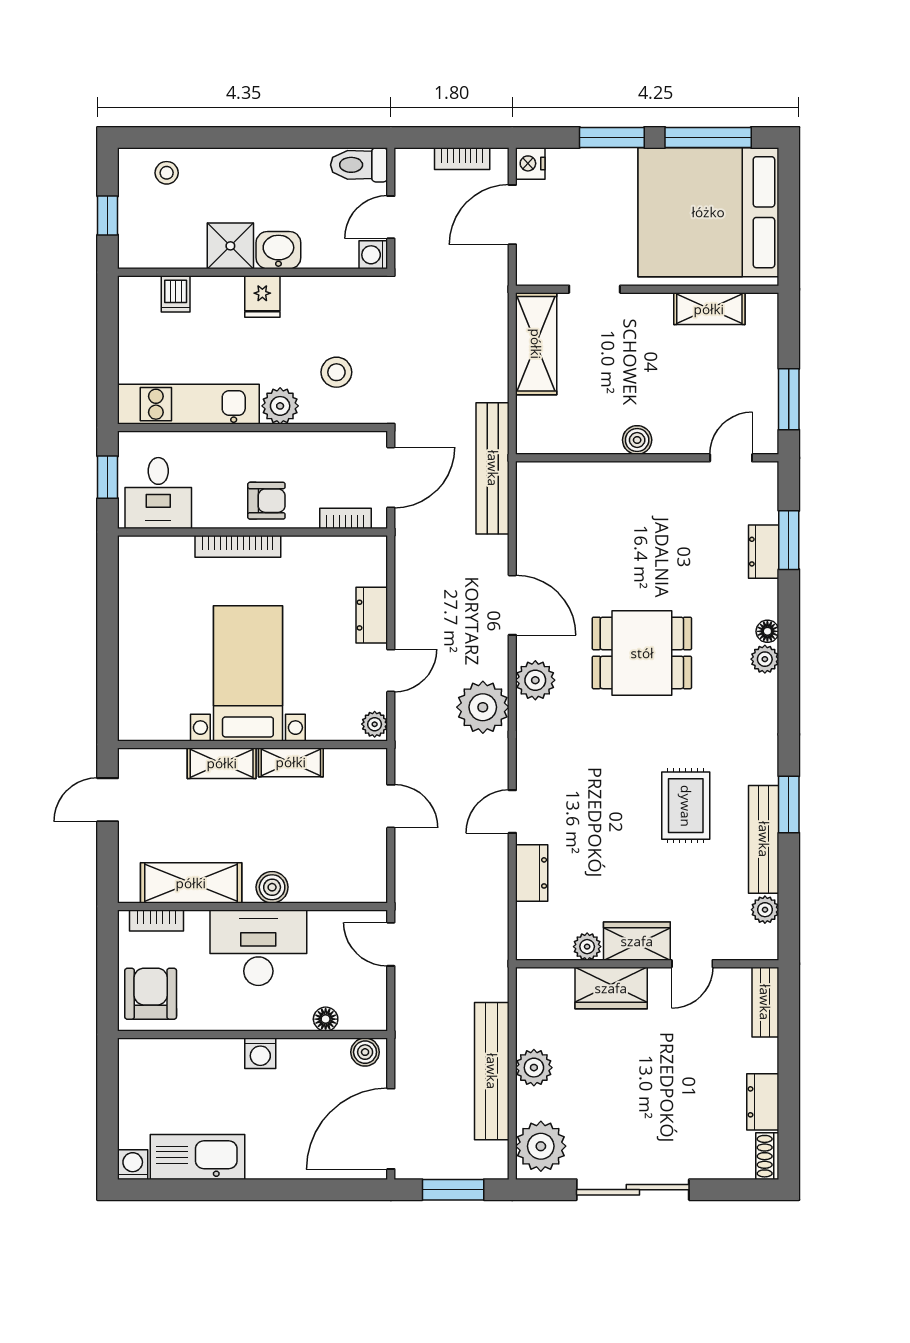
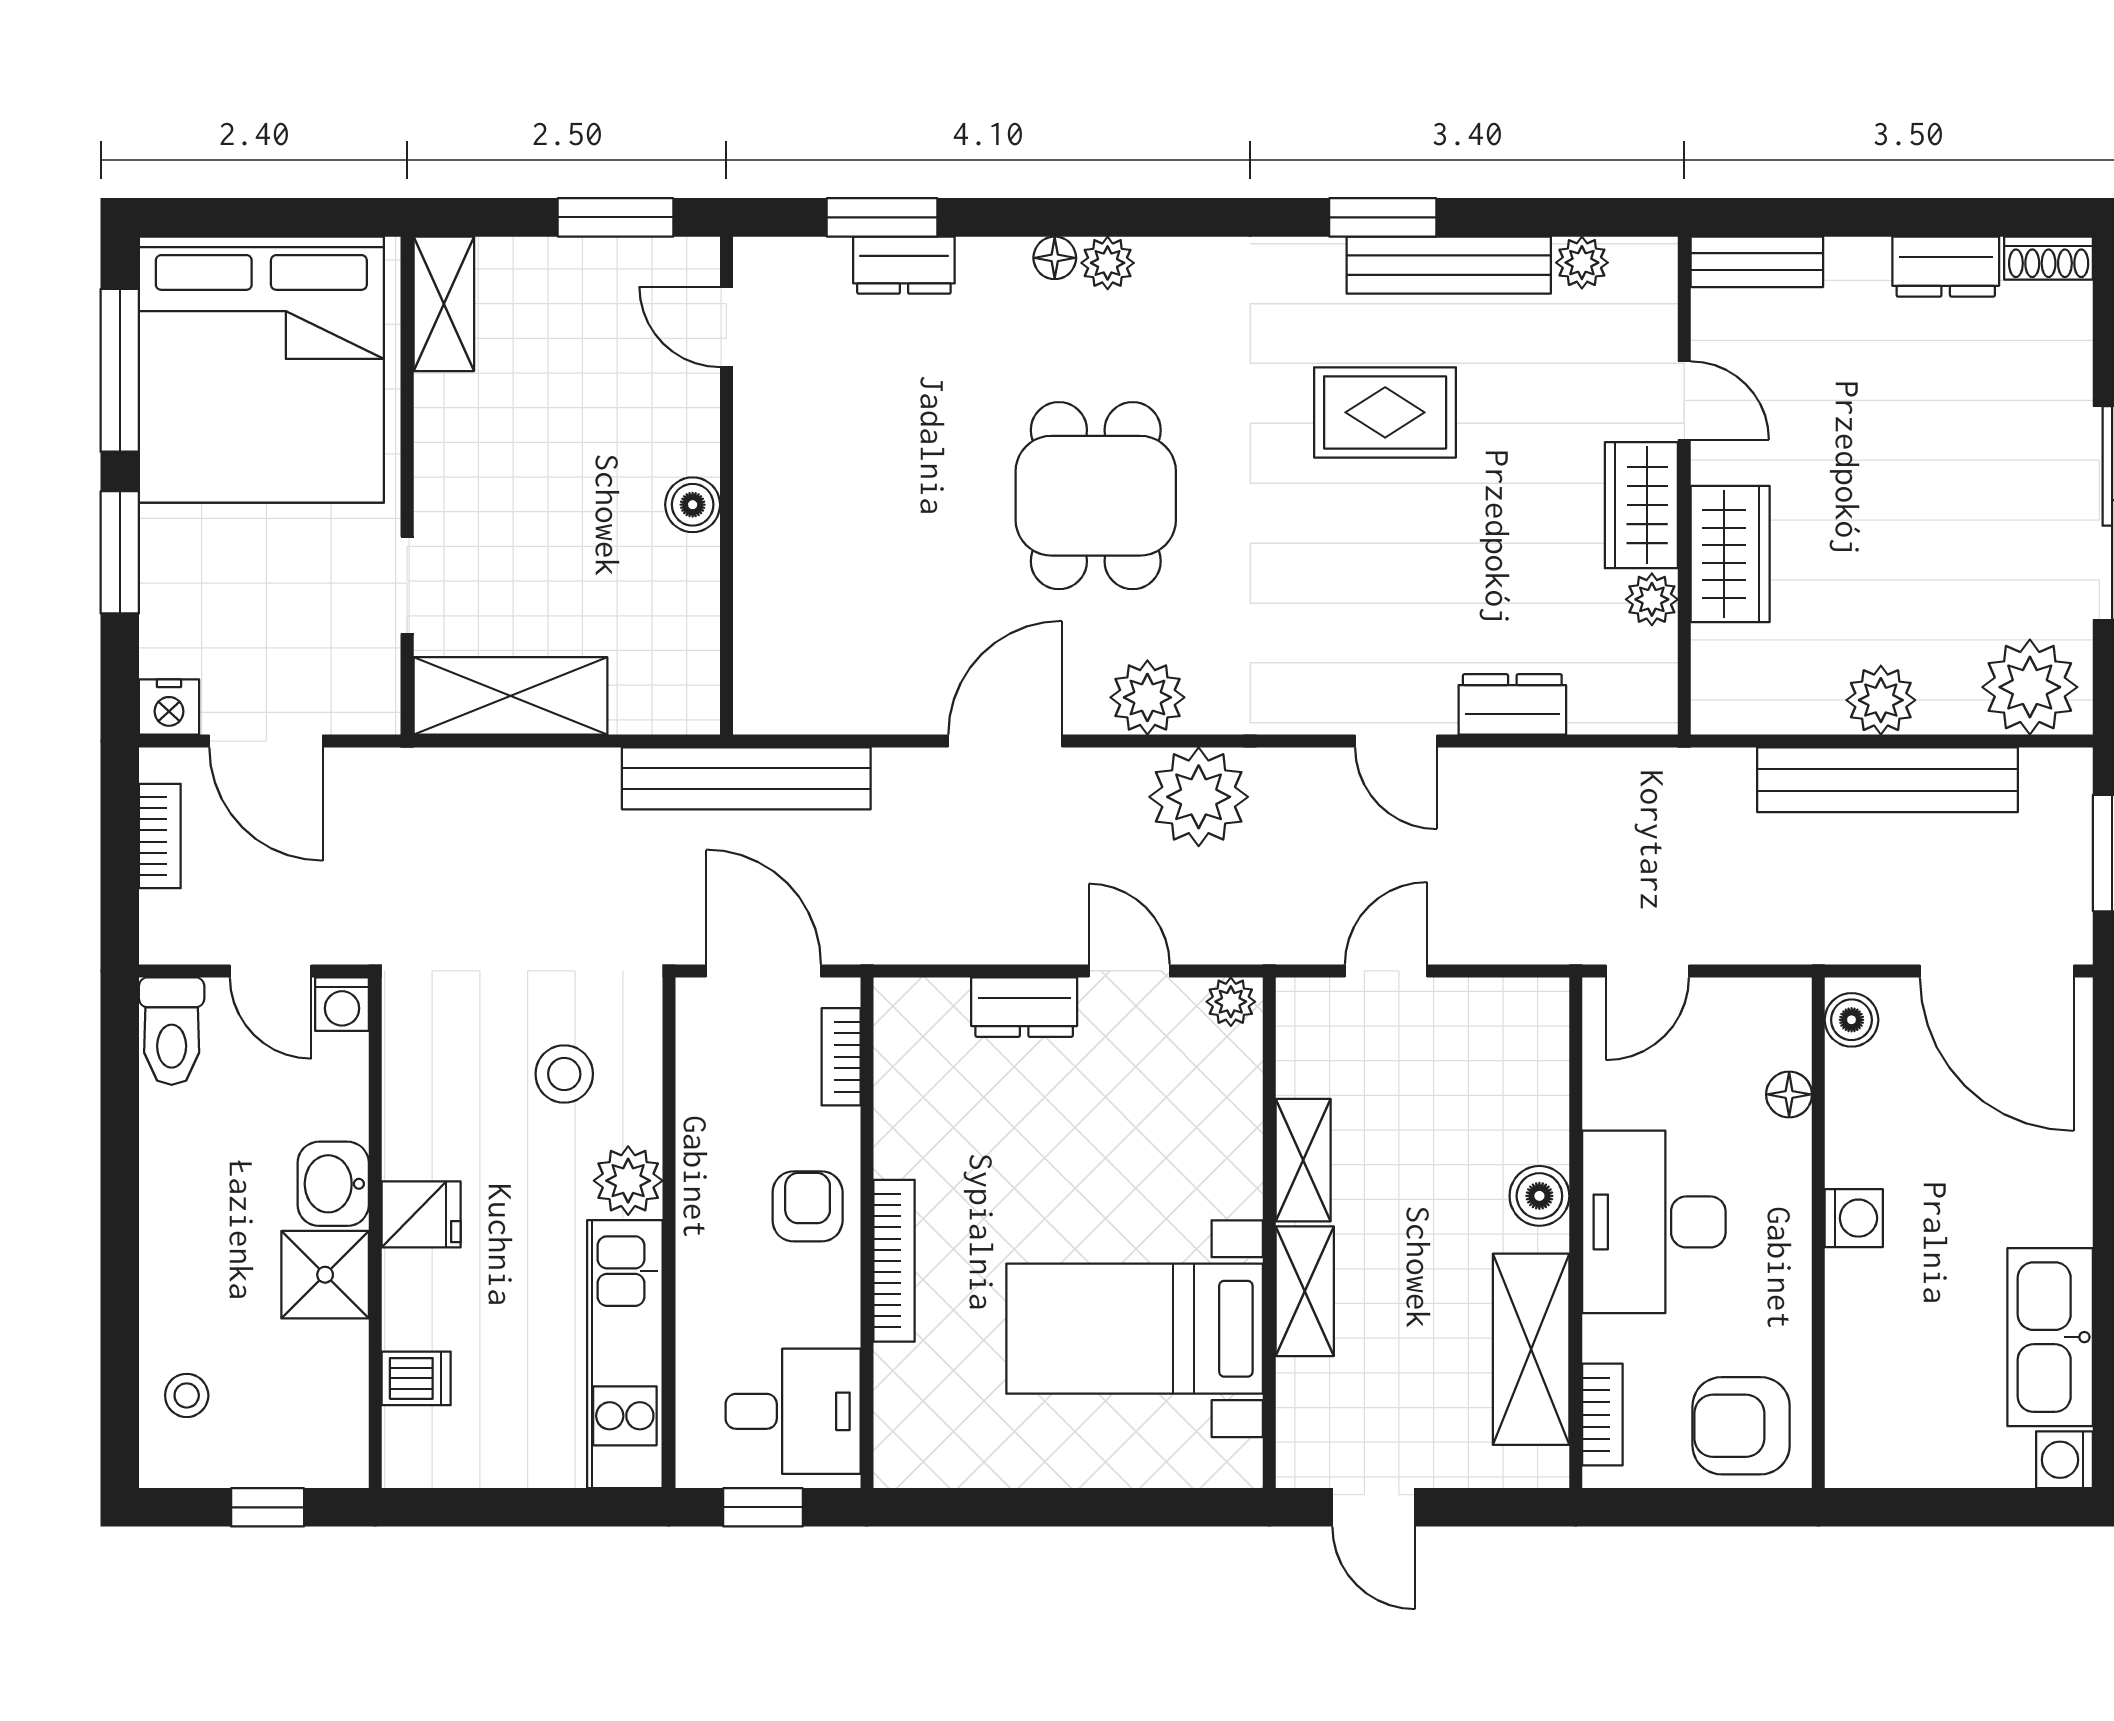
shelving: (709, 309) -> (444, 304), moved
bed with nightstands: (248, 673) -> (1135, 1329), moved

